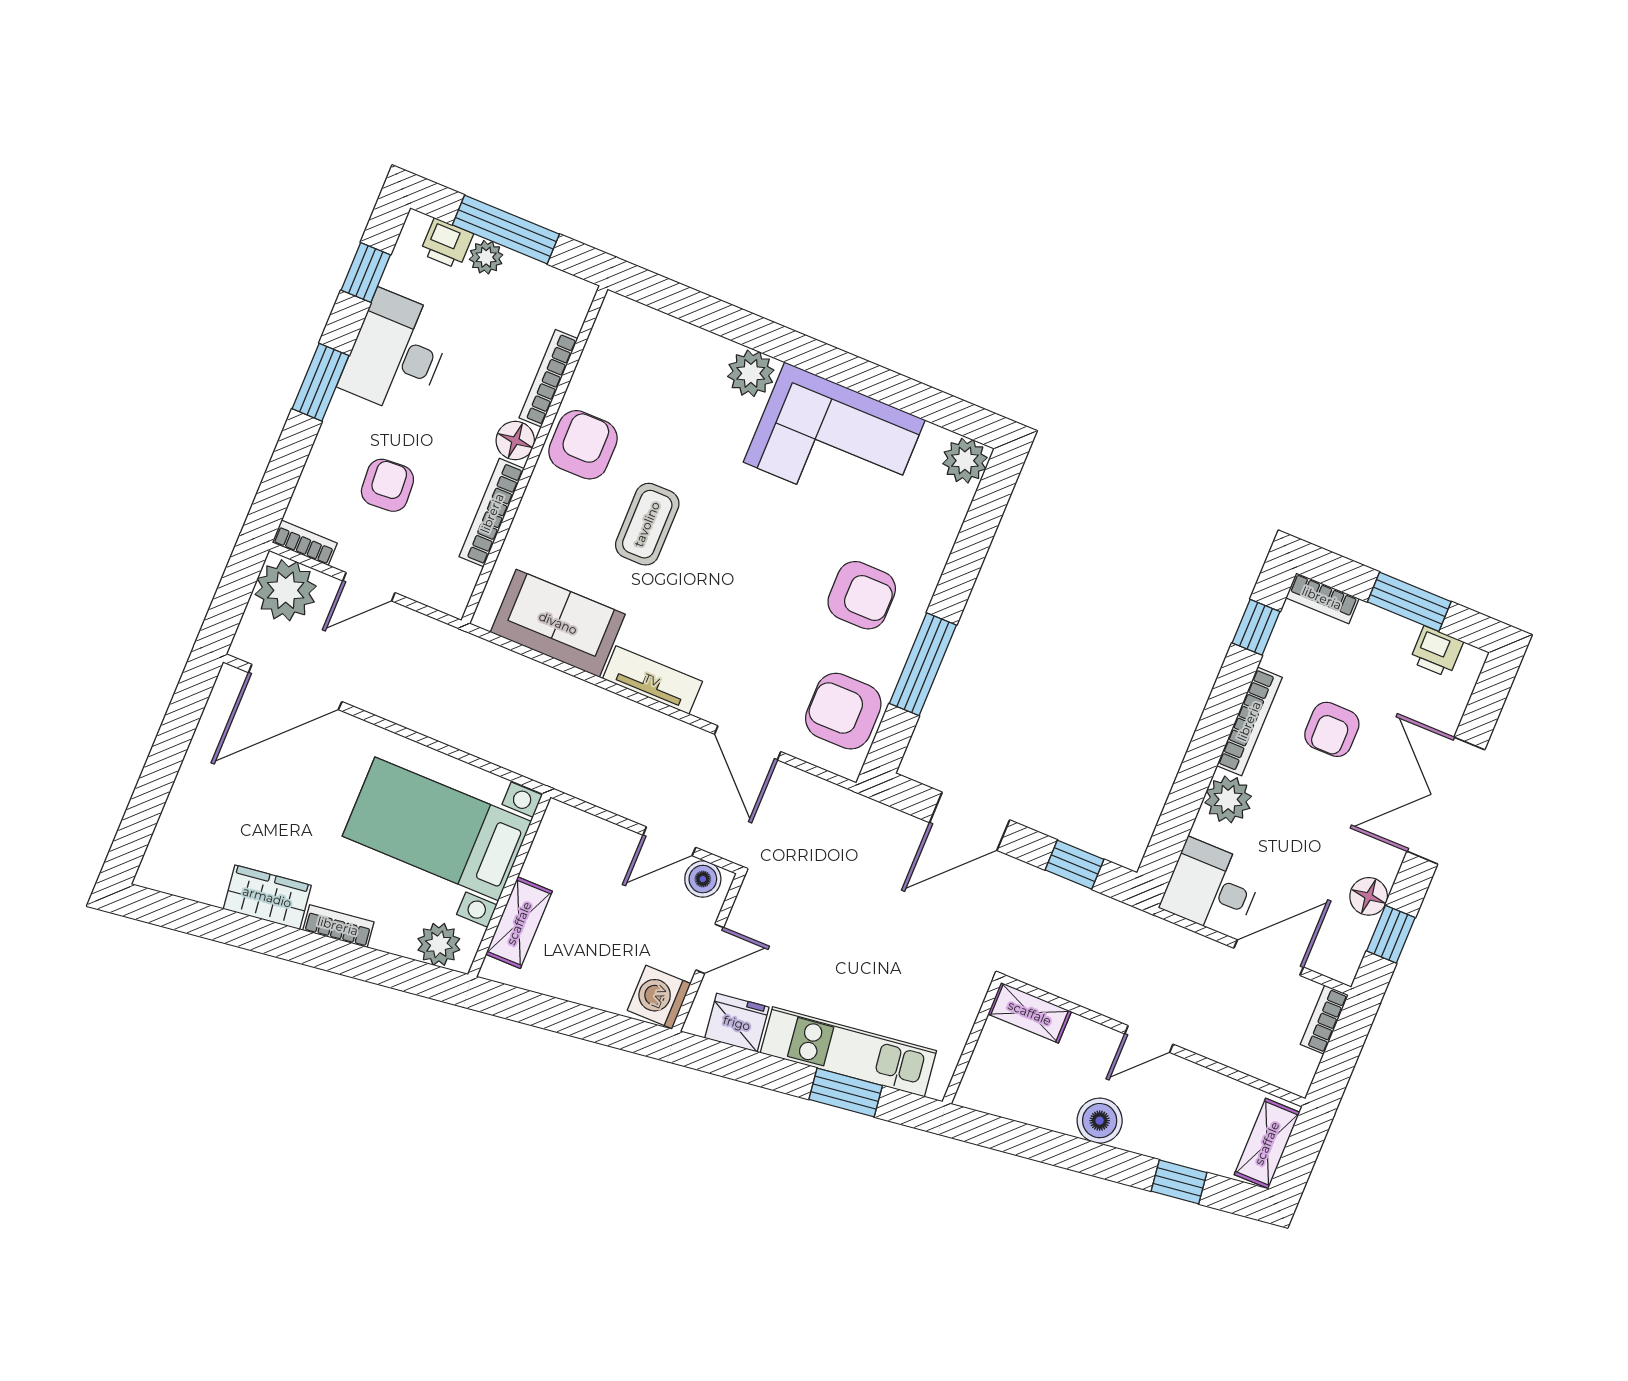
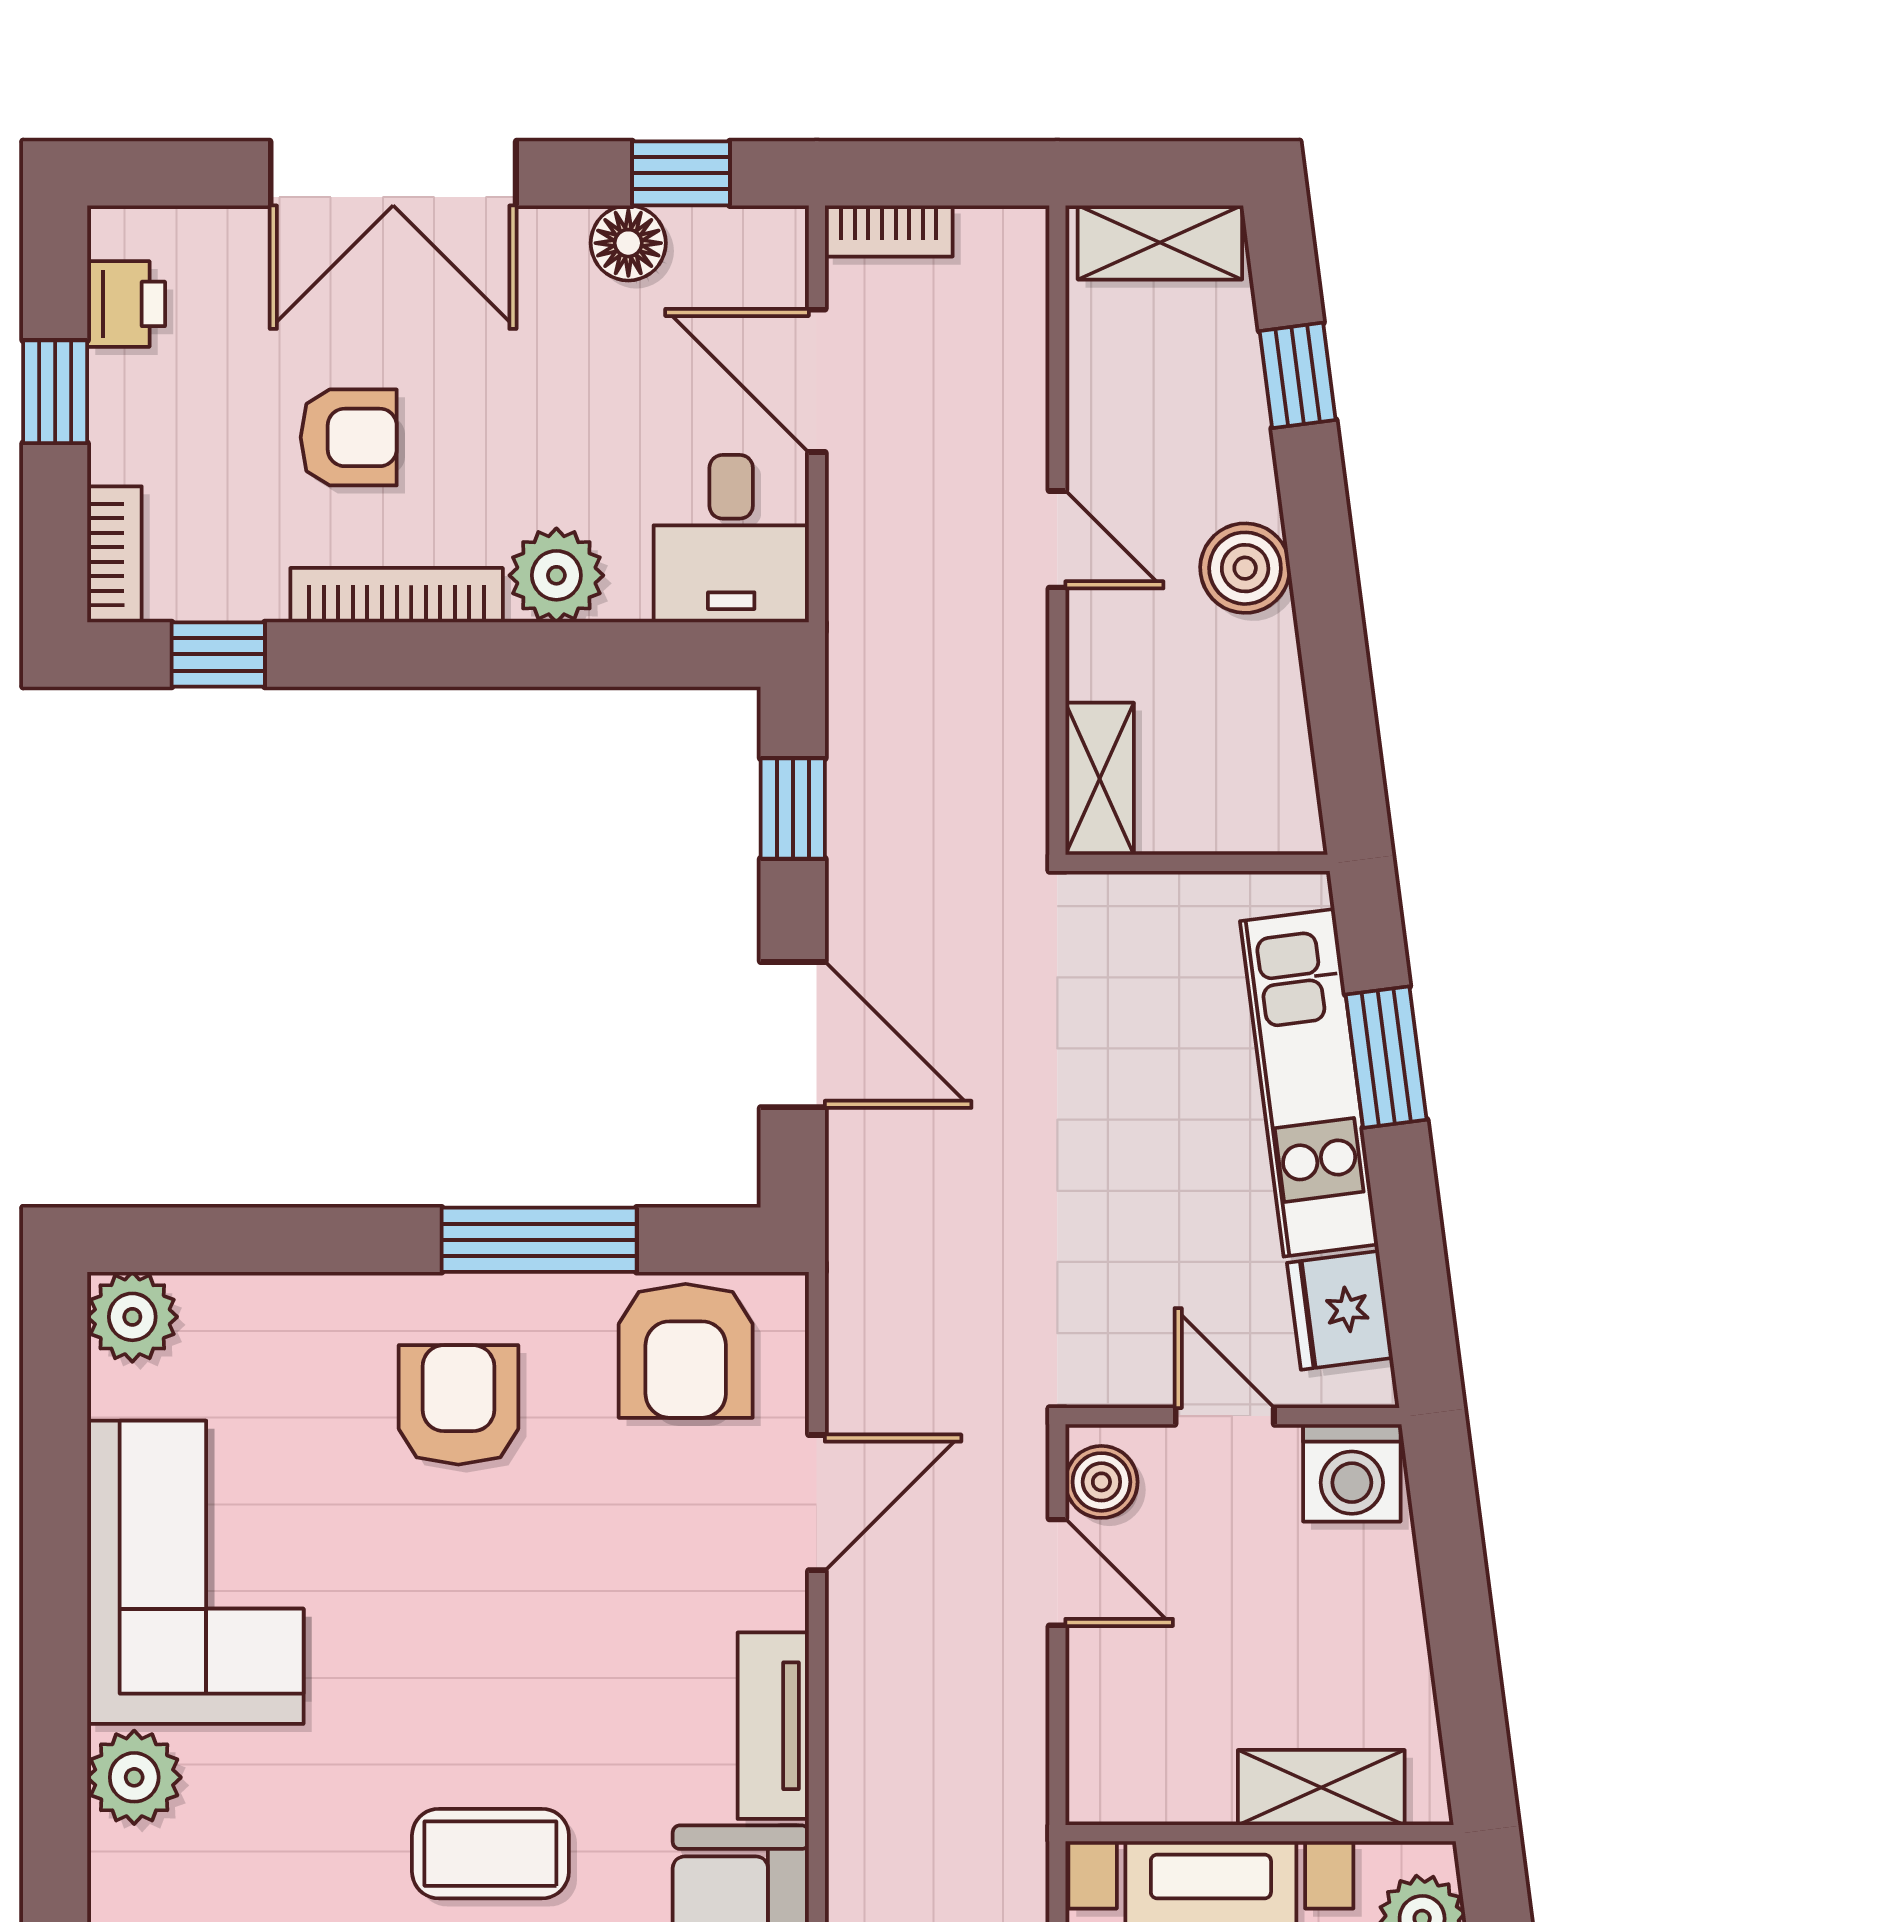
window: (1409, 602) -> (55, 392), width x0.67

